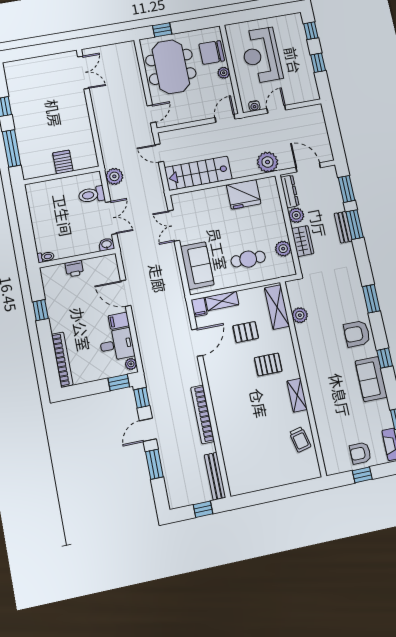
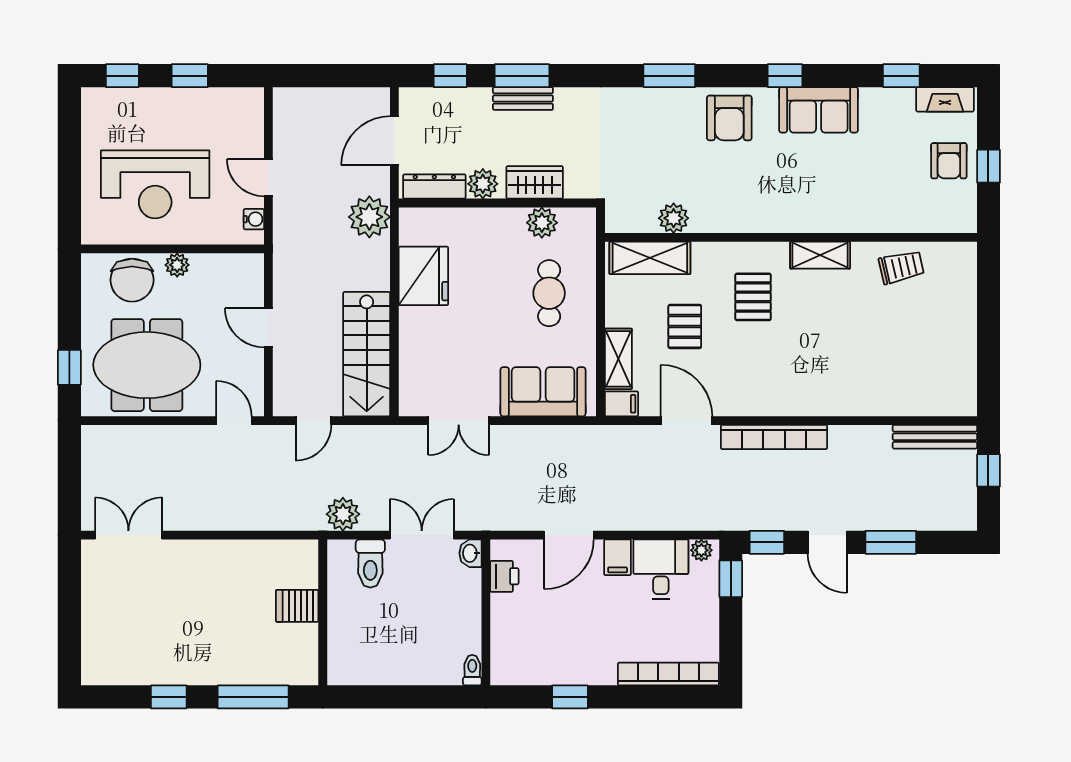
door: (225, 118) -> (268, 328), moved
window: (347, 189) -> (450, 76), width x0.67
printer: (74, 269) -> (504, 576), moved
bookcase: (203, 414) -> (774, 437), moved

